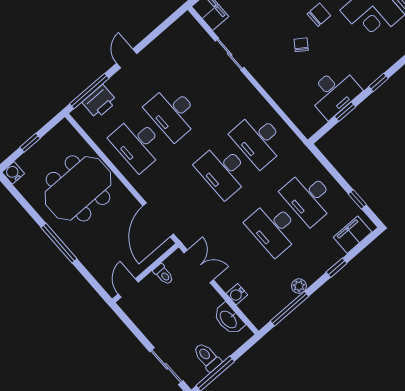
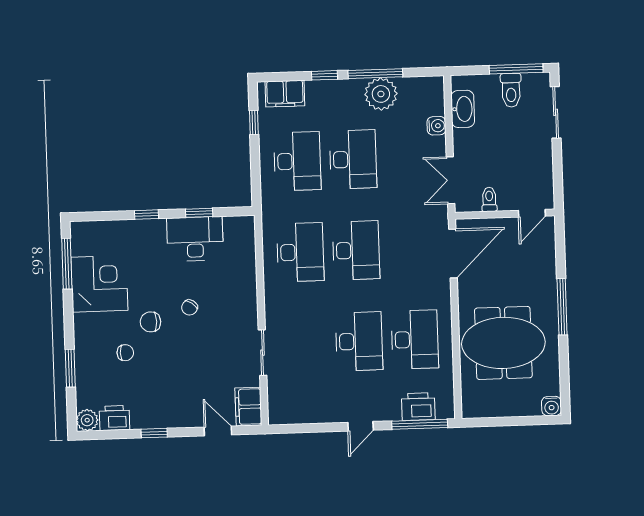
window: (30, 143) -> (513, 421), removed
plant: (299, 286) -> (381, 94), width x1.88, depth x1.88
window: (290, 309) -> (375, 74), moved

